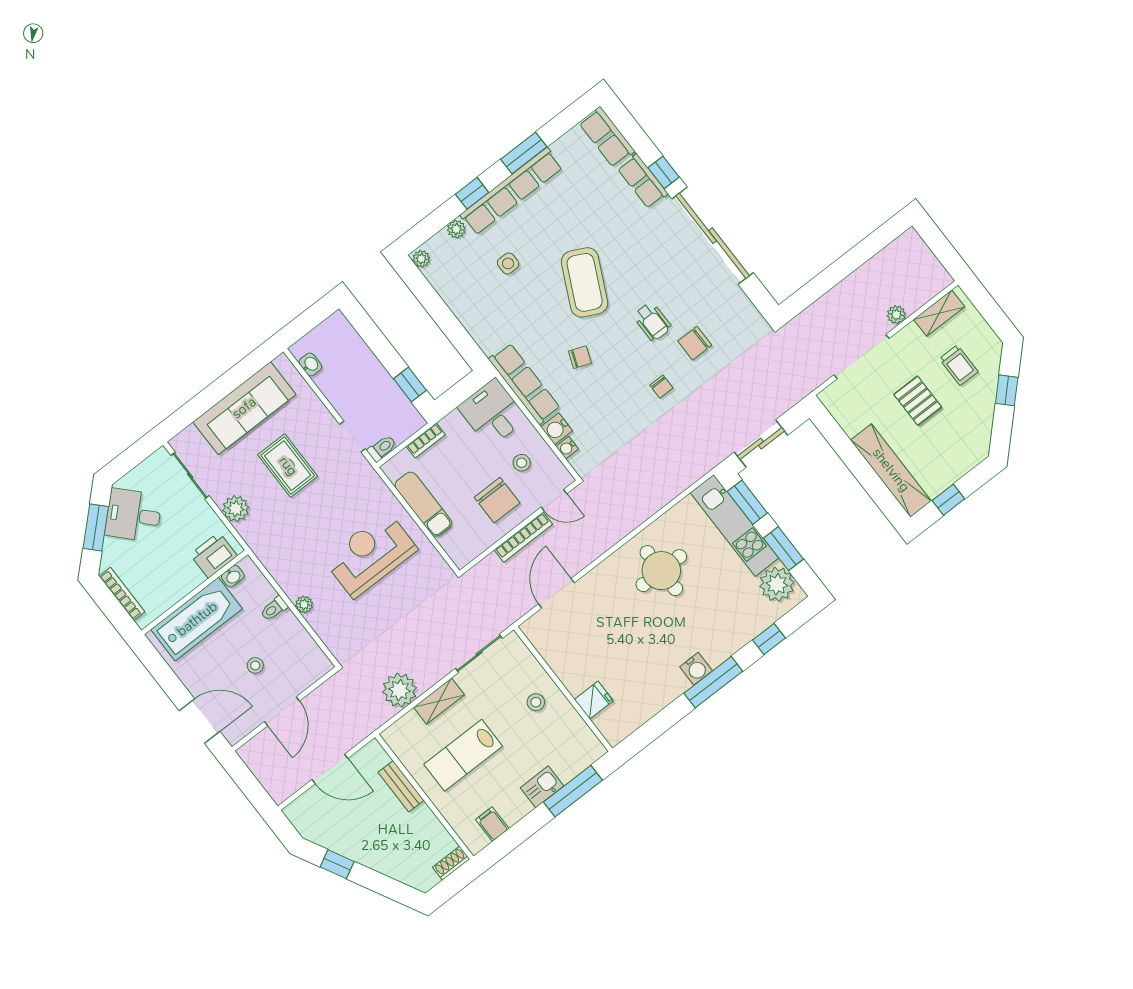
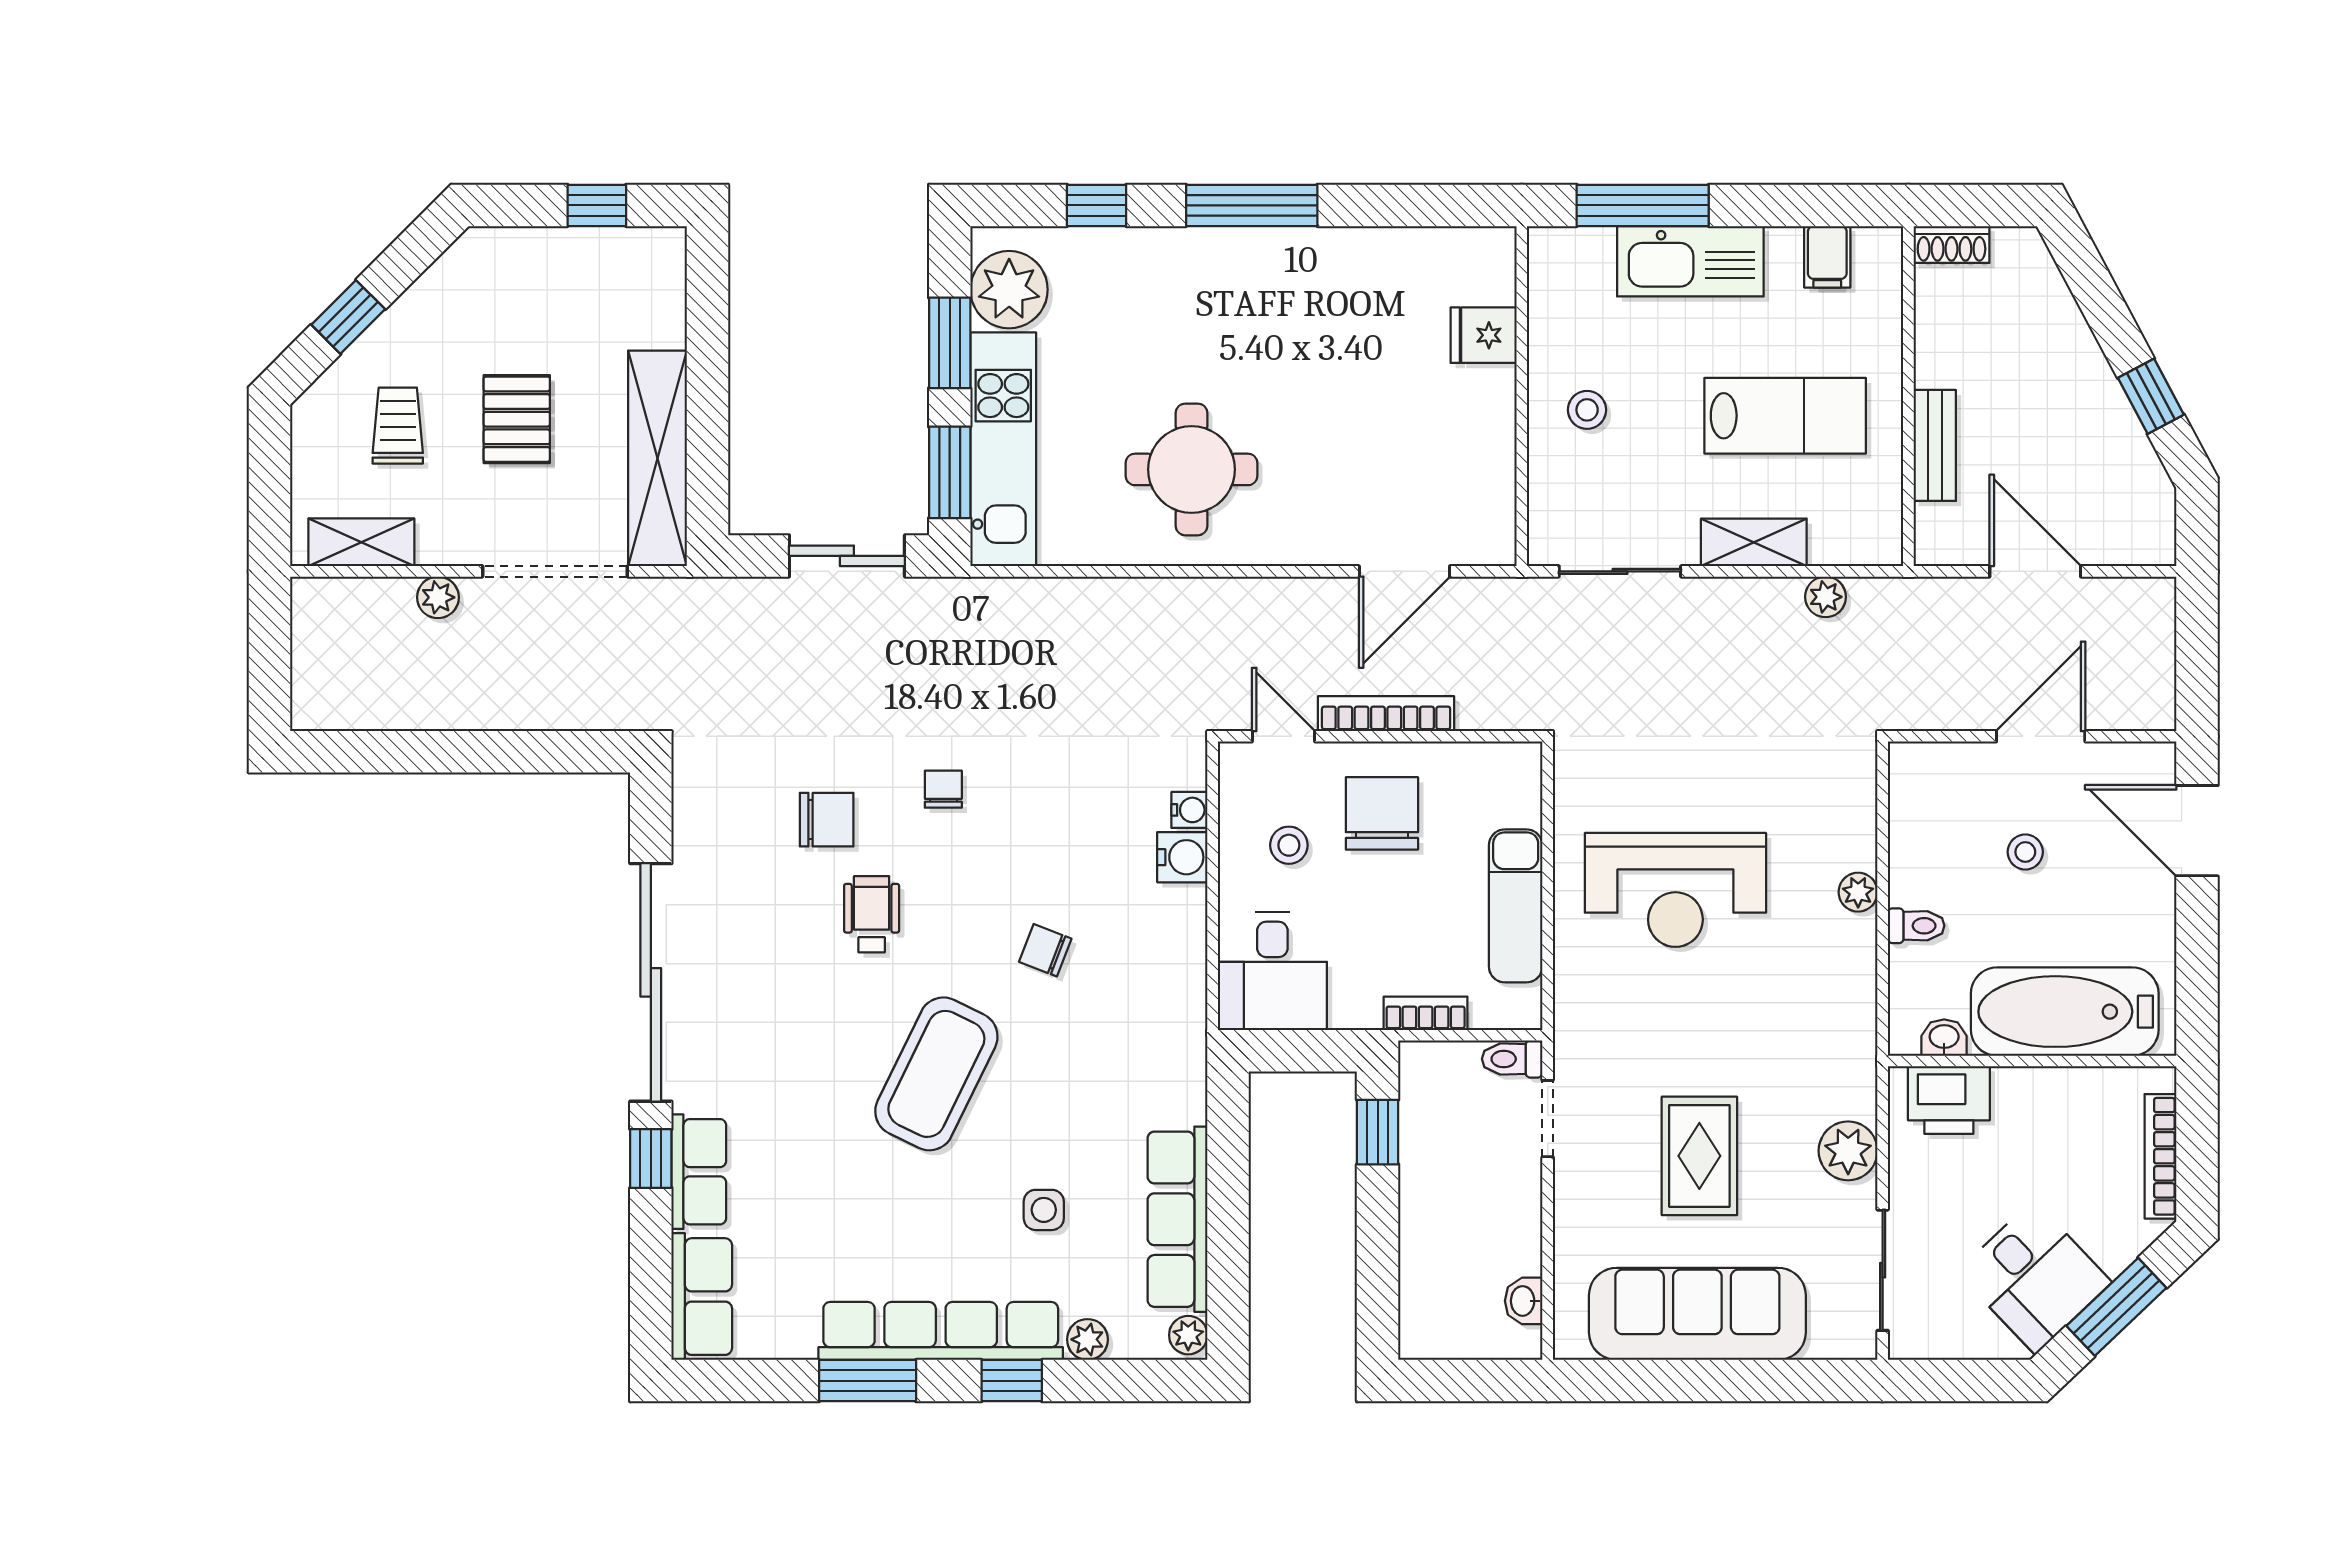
row of seats: (524, 384) -> (1177, 1219), moved
shelving: (891, 470) -> (657, 458), moved
water cooler: (696, 669) -> (1263, 252), removed
plant: (400, 690) -> (1826, 597), width x0.53, depth x0.53
kitchen sink: (542, 787) -> (1690, 261), width x1.88, depth x1.24

